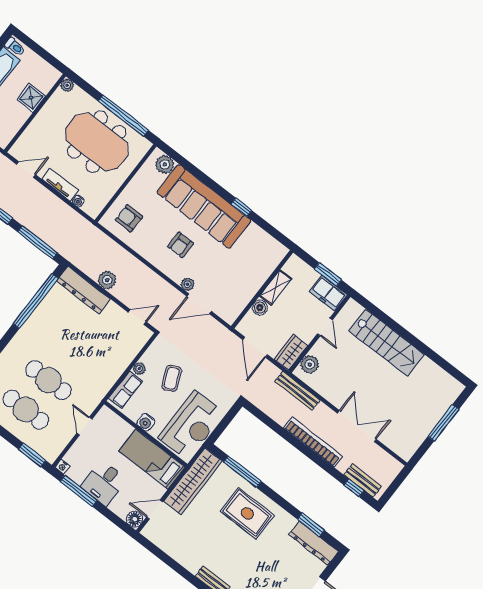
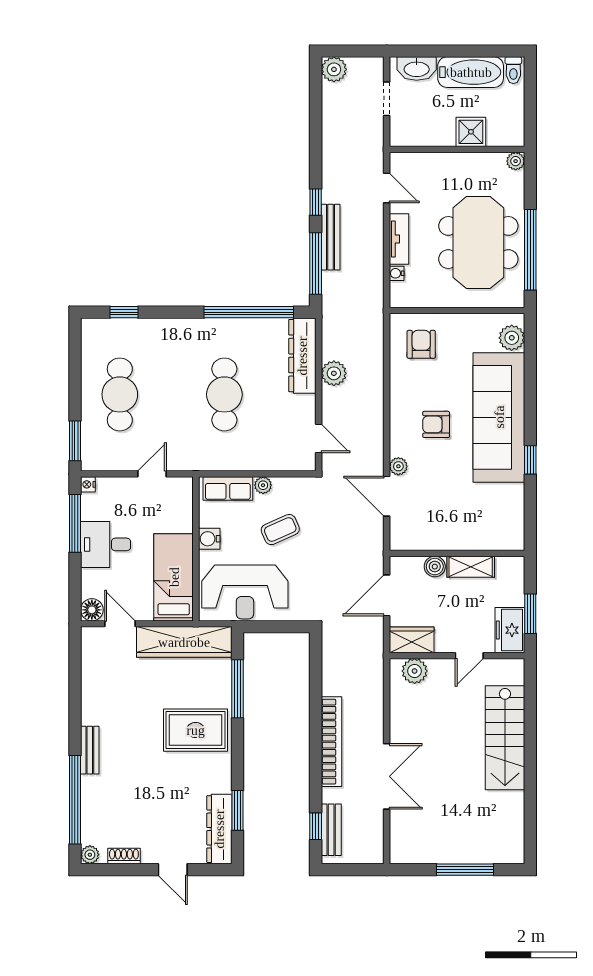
cafe table: (49, 380) -> (224, 394), moved
bench: (297, 391) -> (331, 237), moved
rug: (247, 513) -> (196, 730), turned 90

